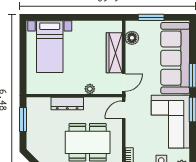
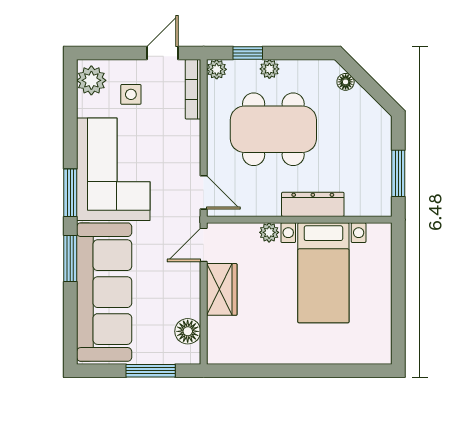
bed with nightstands: (50, 47) -> (323, 273), moved, turned 180
wardrobe: (114, 53) -> (222, 289), width x0.67
door: (124, 110) -> (204, 192), hinge flipped

